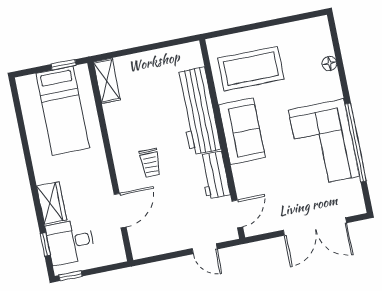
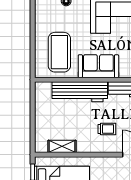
shelving: (107, 81) -> (62, 146), moved

